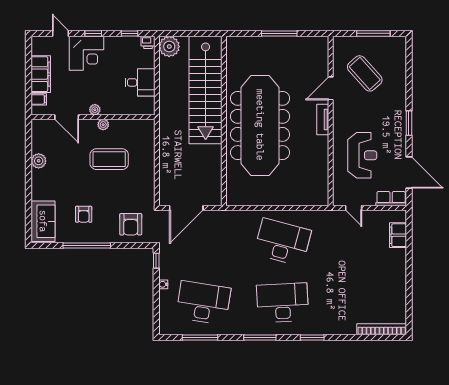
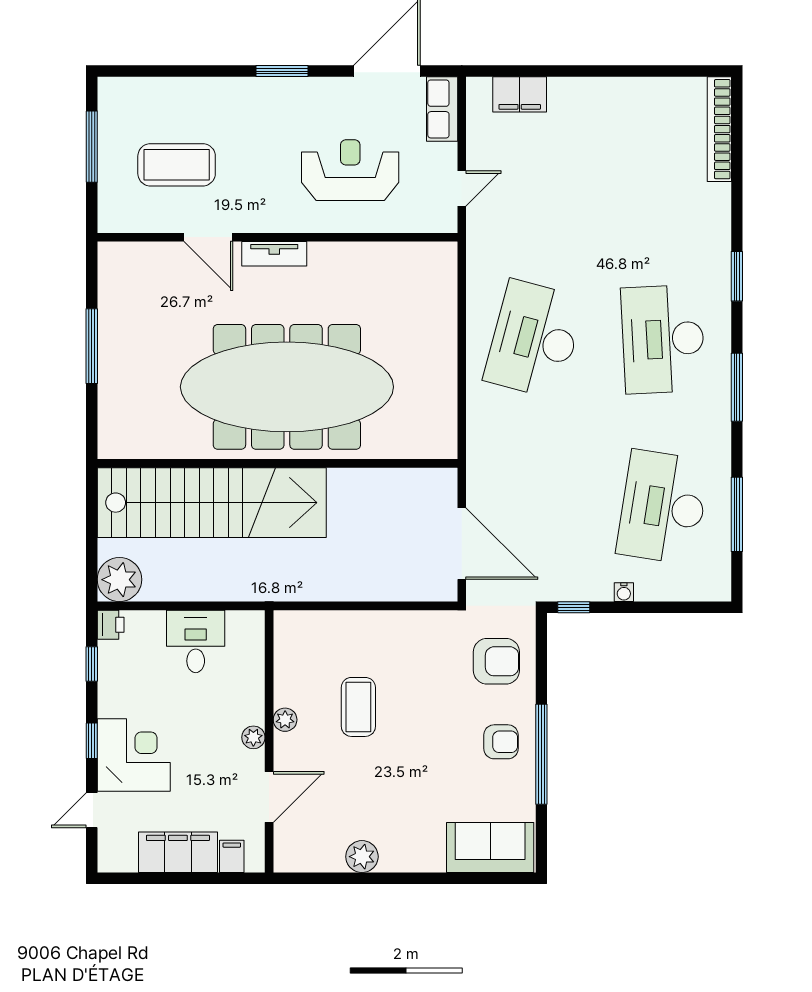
coffee table: (365, 73) -> (177, 165), turned 42
coffee table: (109, 159) -> (358, 707), width x0.73, depth x0.76
armchair: (84, 214) -> (501, 742), moved

